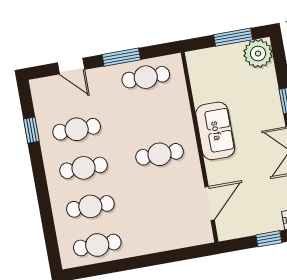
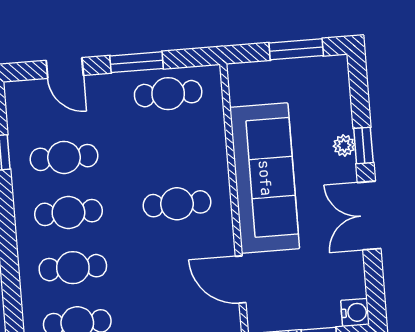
plant: (258, 53) -> (344, 145), moved, width x0.53, depth x0.53
sofa: (215, 131) -> (265, 178), width x1.85, depth x1.27
door: (210, 203) -> (241, 279), swing flipped

